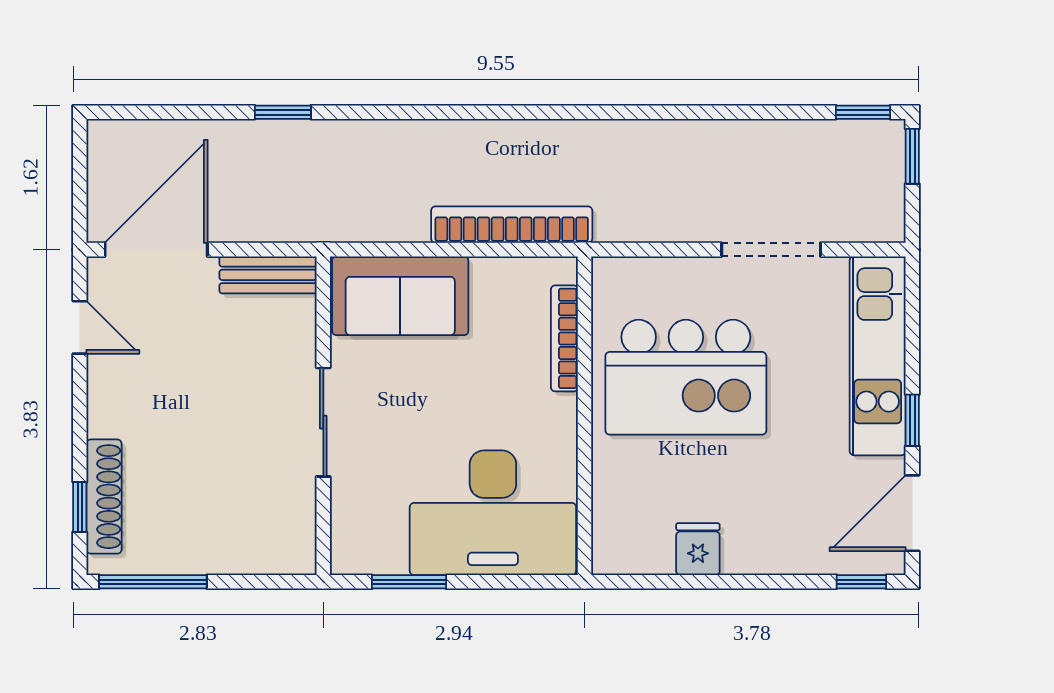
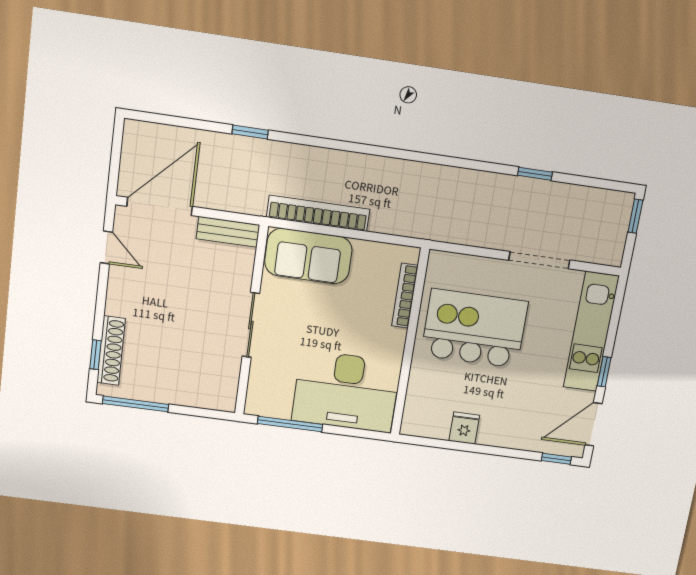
window: (863, 112) -> (535, 174), moved
bookcase: (512, 225) -> (318, 213), moved
kitchen island: (686, 377) -> (474, 329), turned 180
window: (409, 582) -> (290, 424), width x1.44

